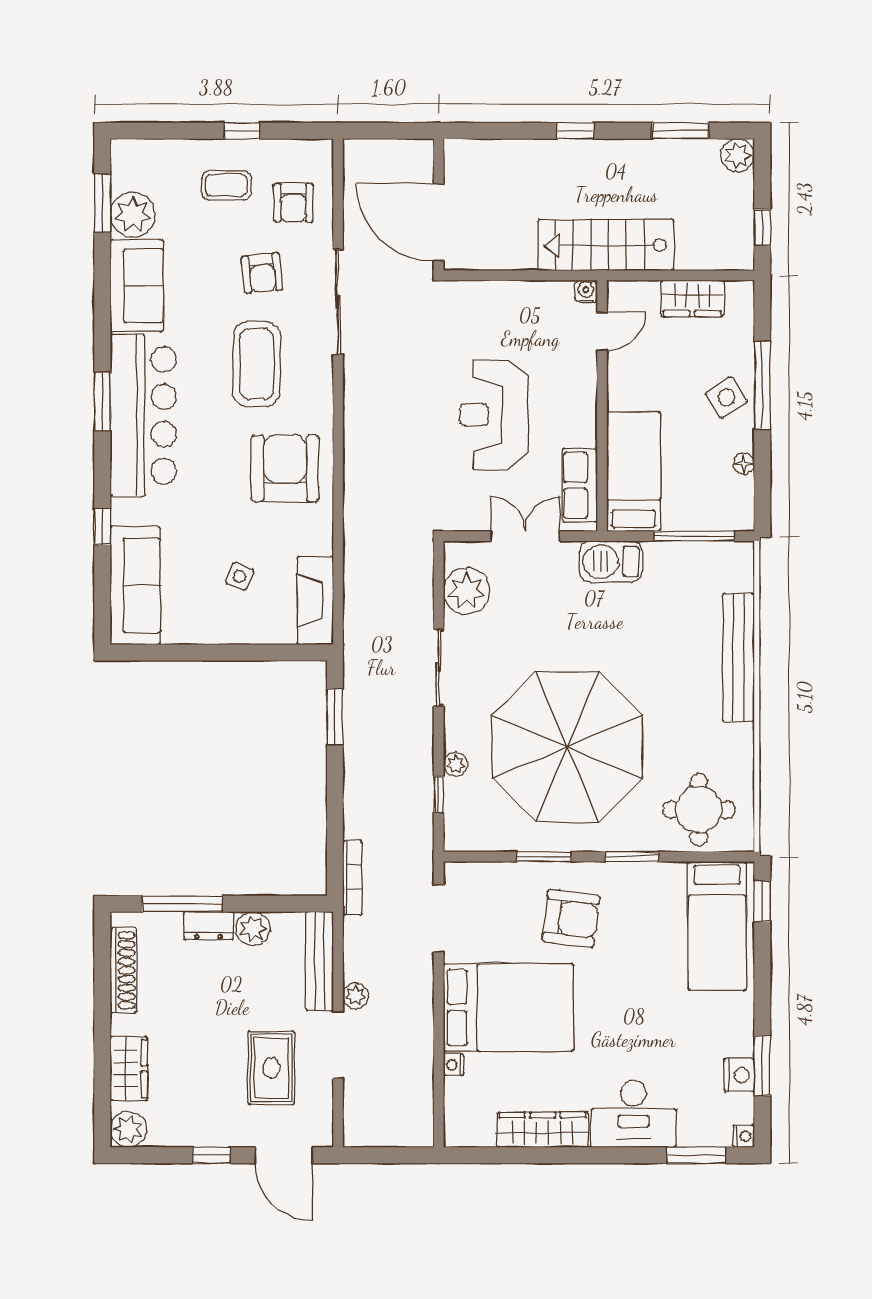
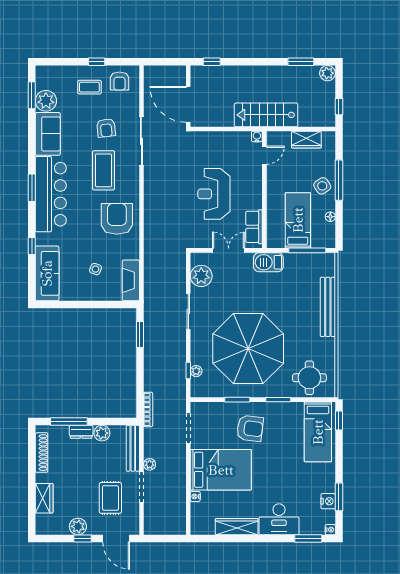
window: (575, 131) -> (212, 62), moved
armchair: (293, 203) -> (119, 81), moved
bed: (634, 472) -> (298, 220), moved
plant: (456, 764) -> (196, 371), moved
plant: (128, 1129) -> (78, 526), moved

